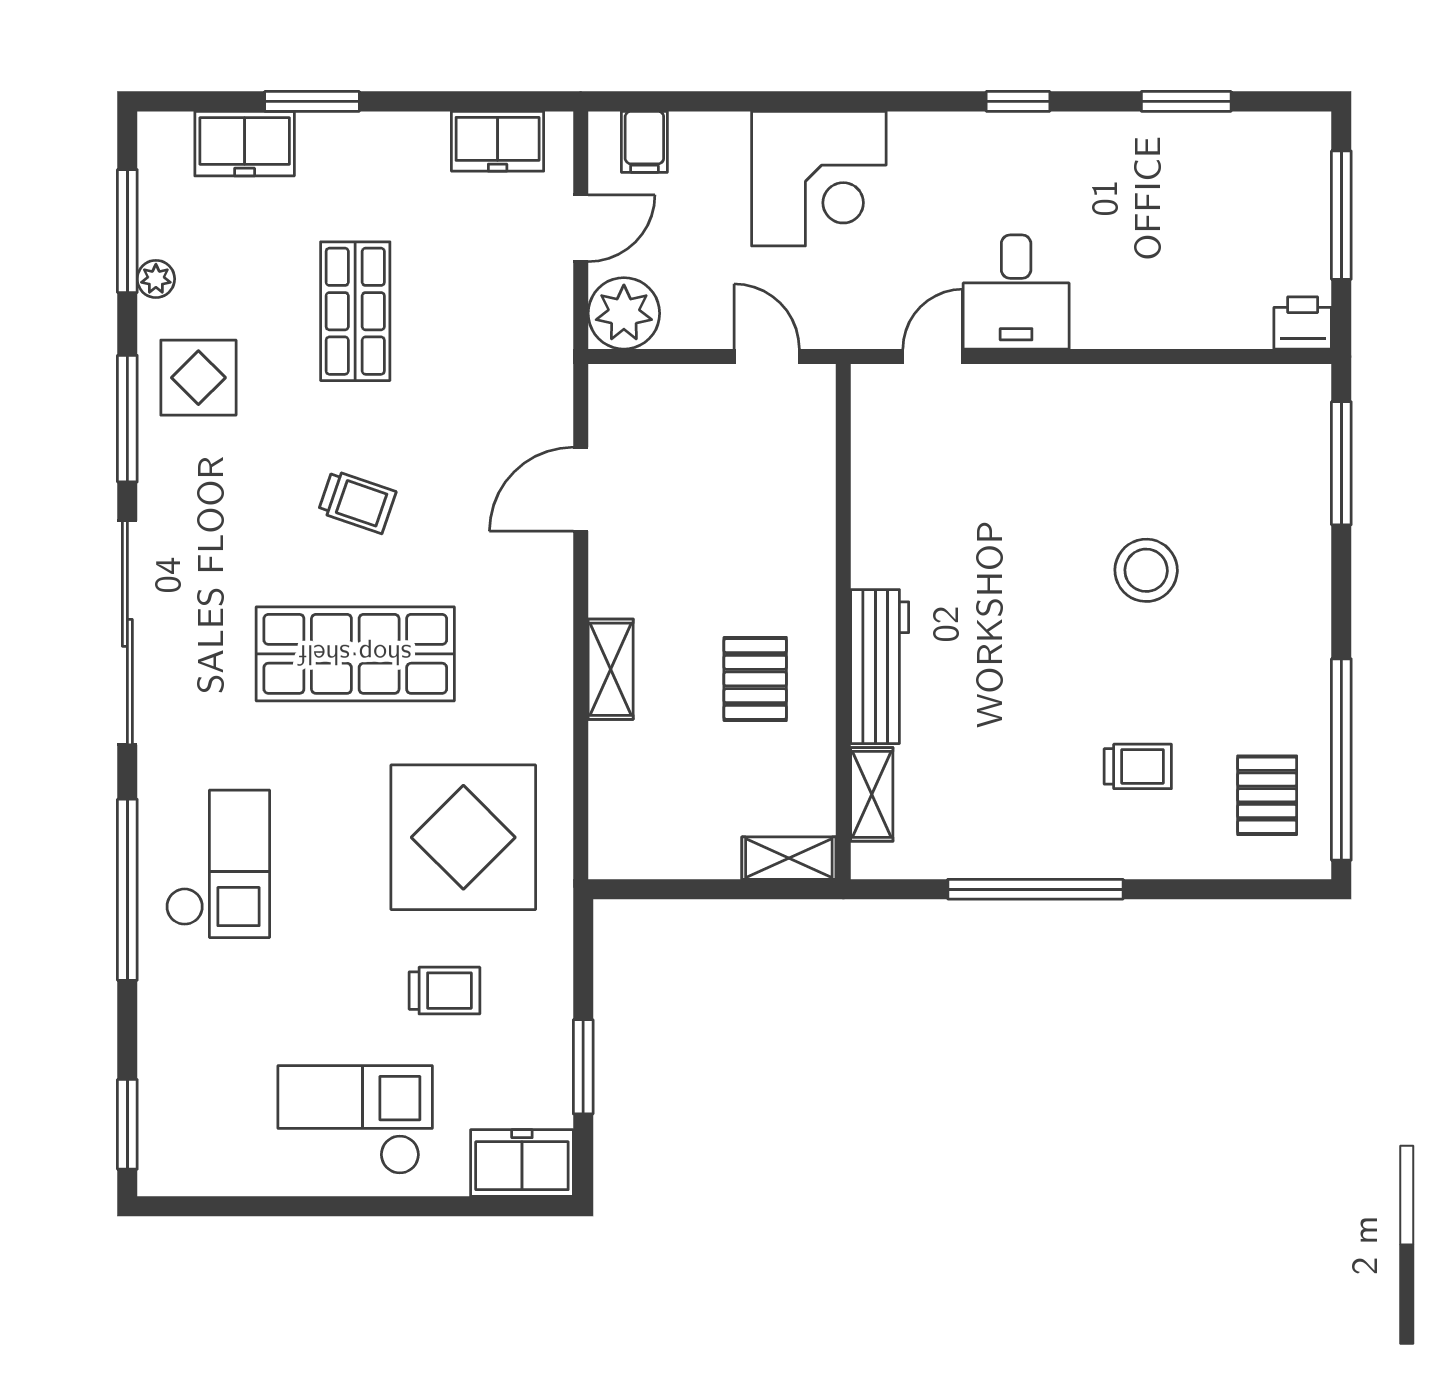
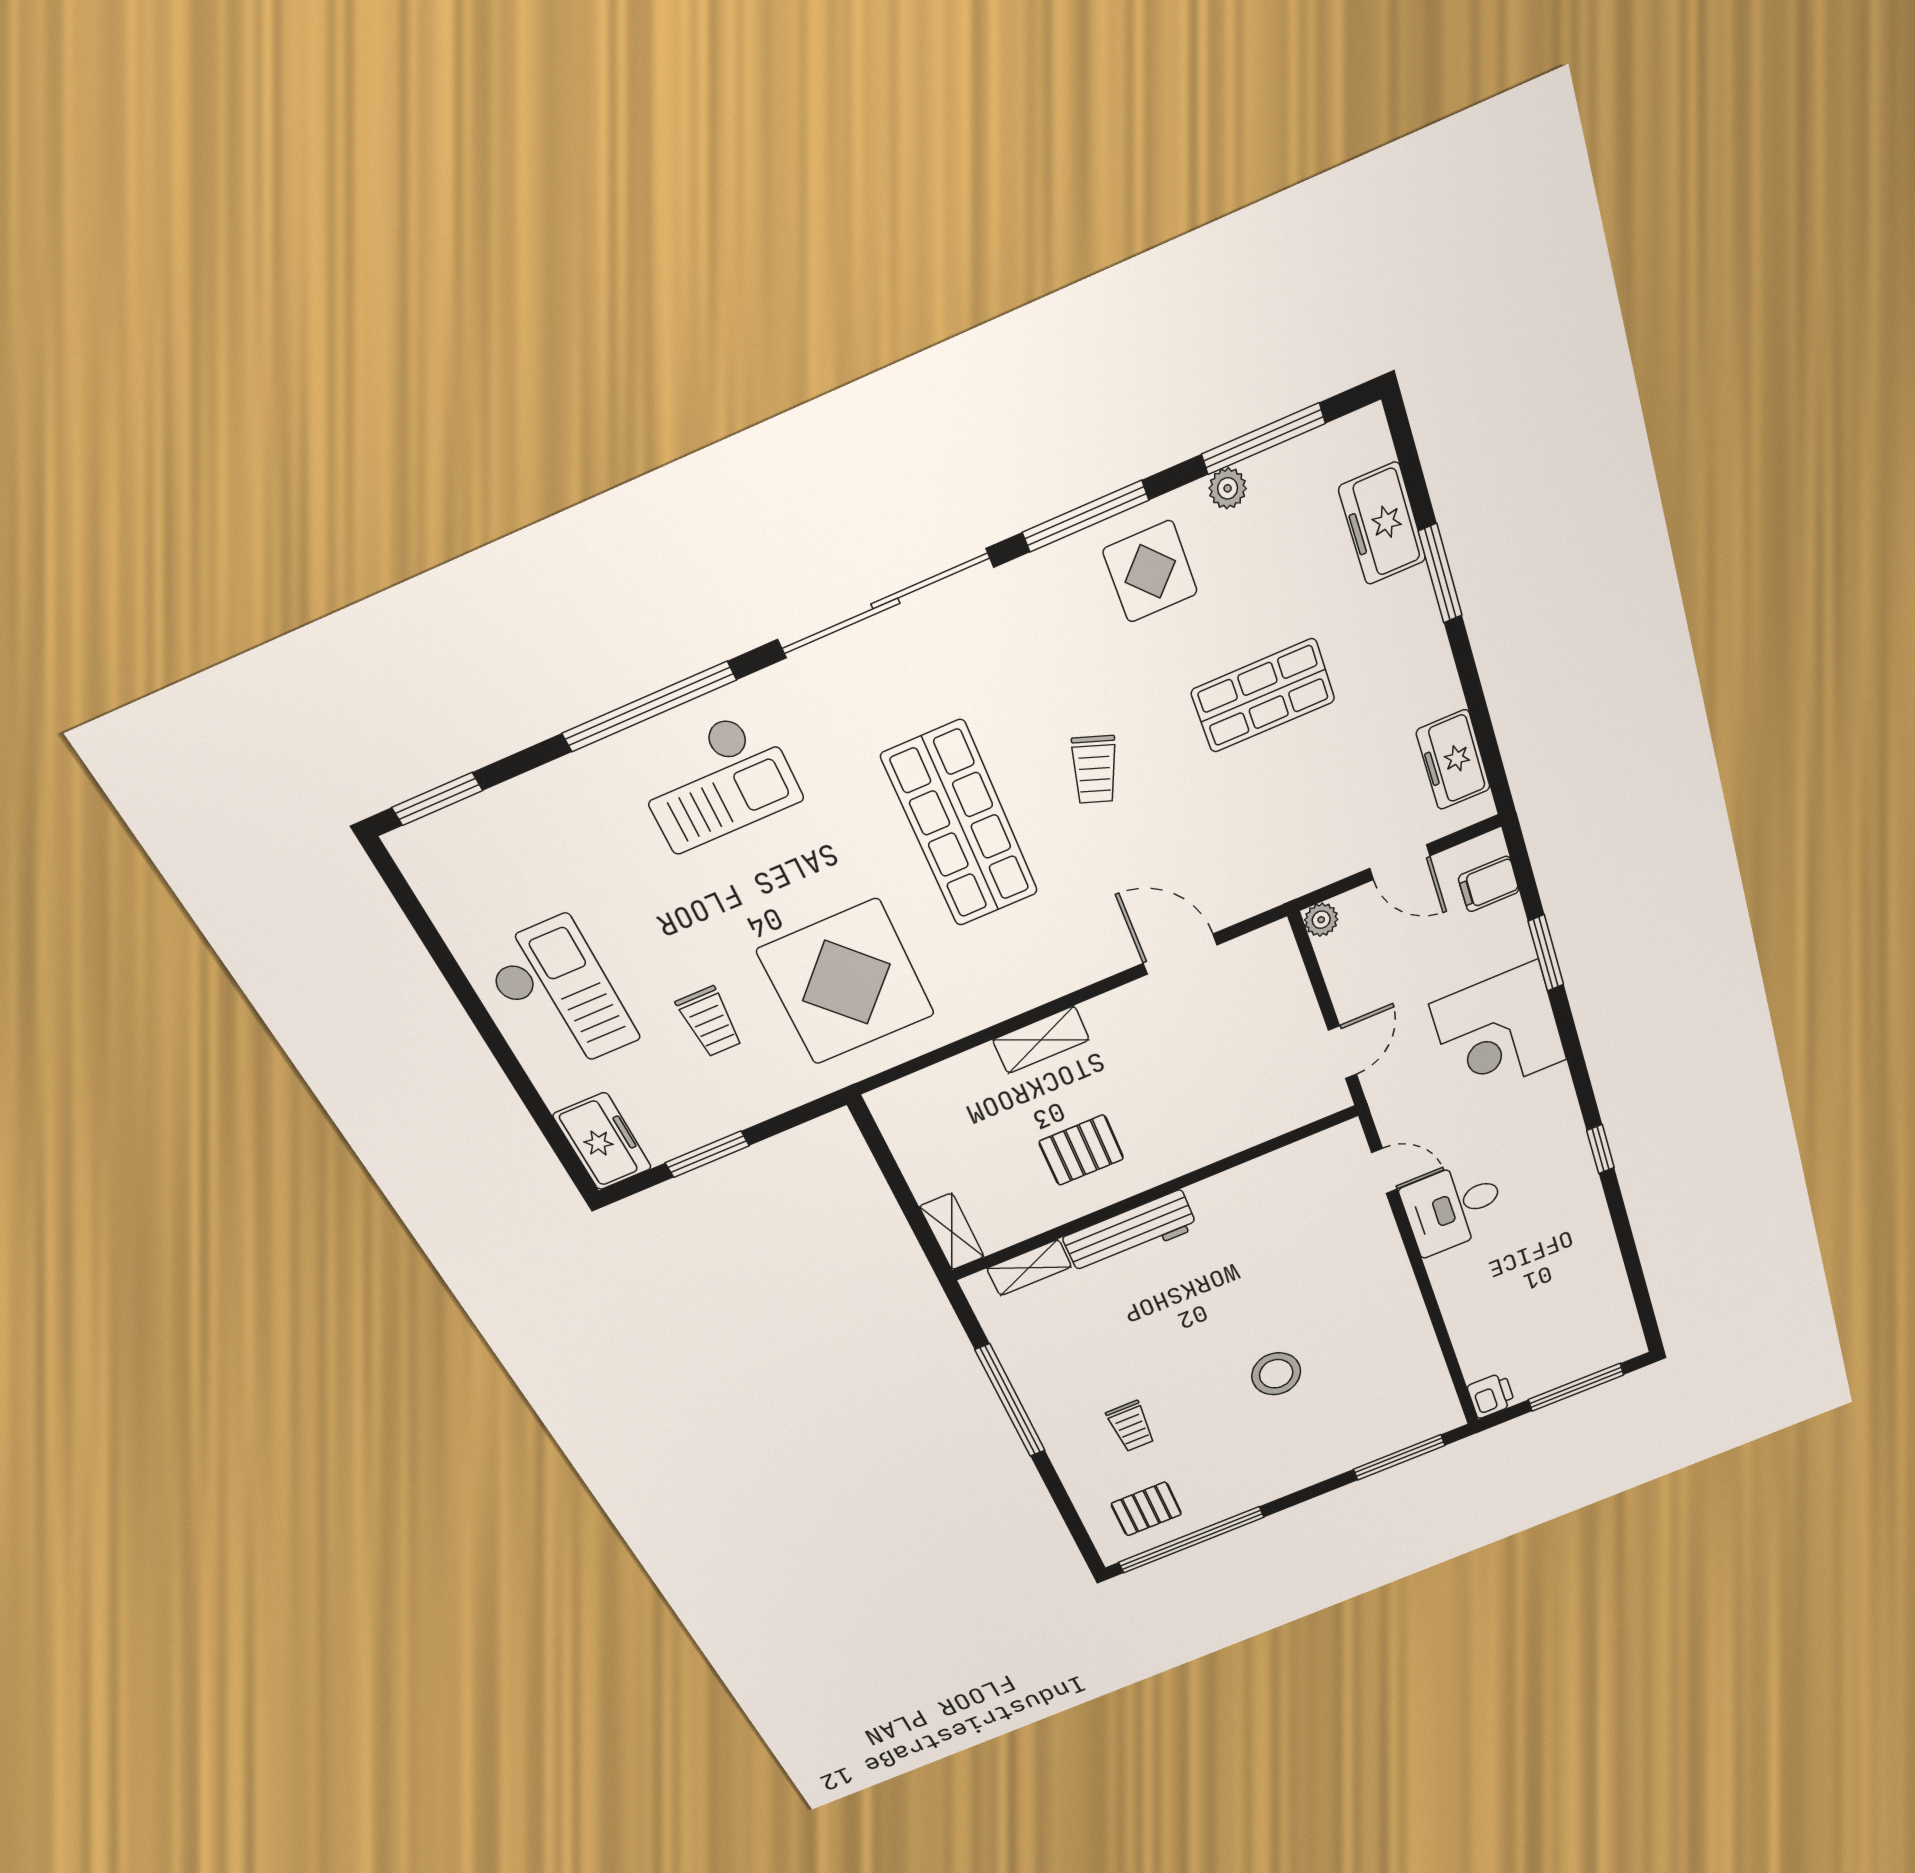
window: (1186, 101) -> (1546, 953), moved
plant: (624, 313) -> (1321, 920), width x0.53, depth x0.53

